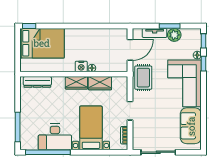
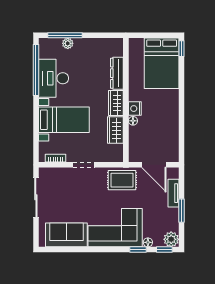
plant: (174, 35) -> (171, 239), moved
dresser: (37, 82) -> (117, 73), moved
plant: (25, 125) -> (68, 43), added

